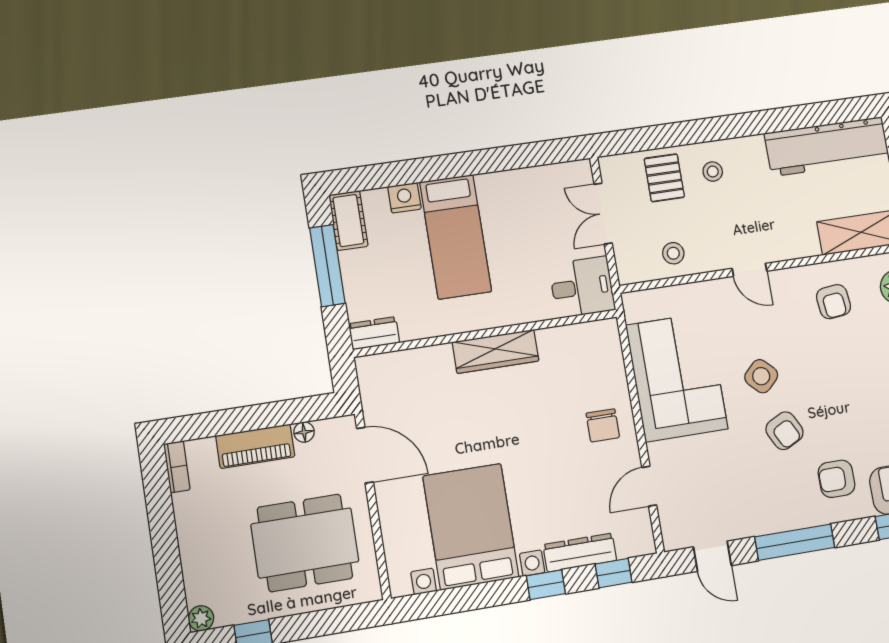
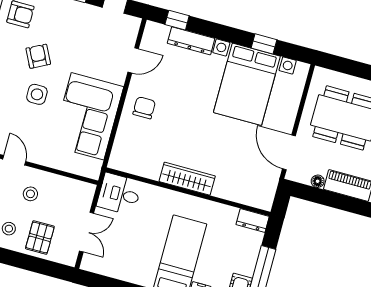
stool: (673, 253) -> (30, 194), moved
side table: (761, 376) -> (37, 94), turned 45
window: (546, 585) -> (264, 44), moved

